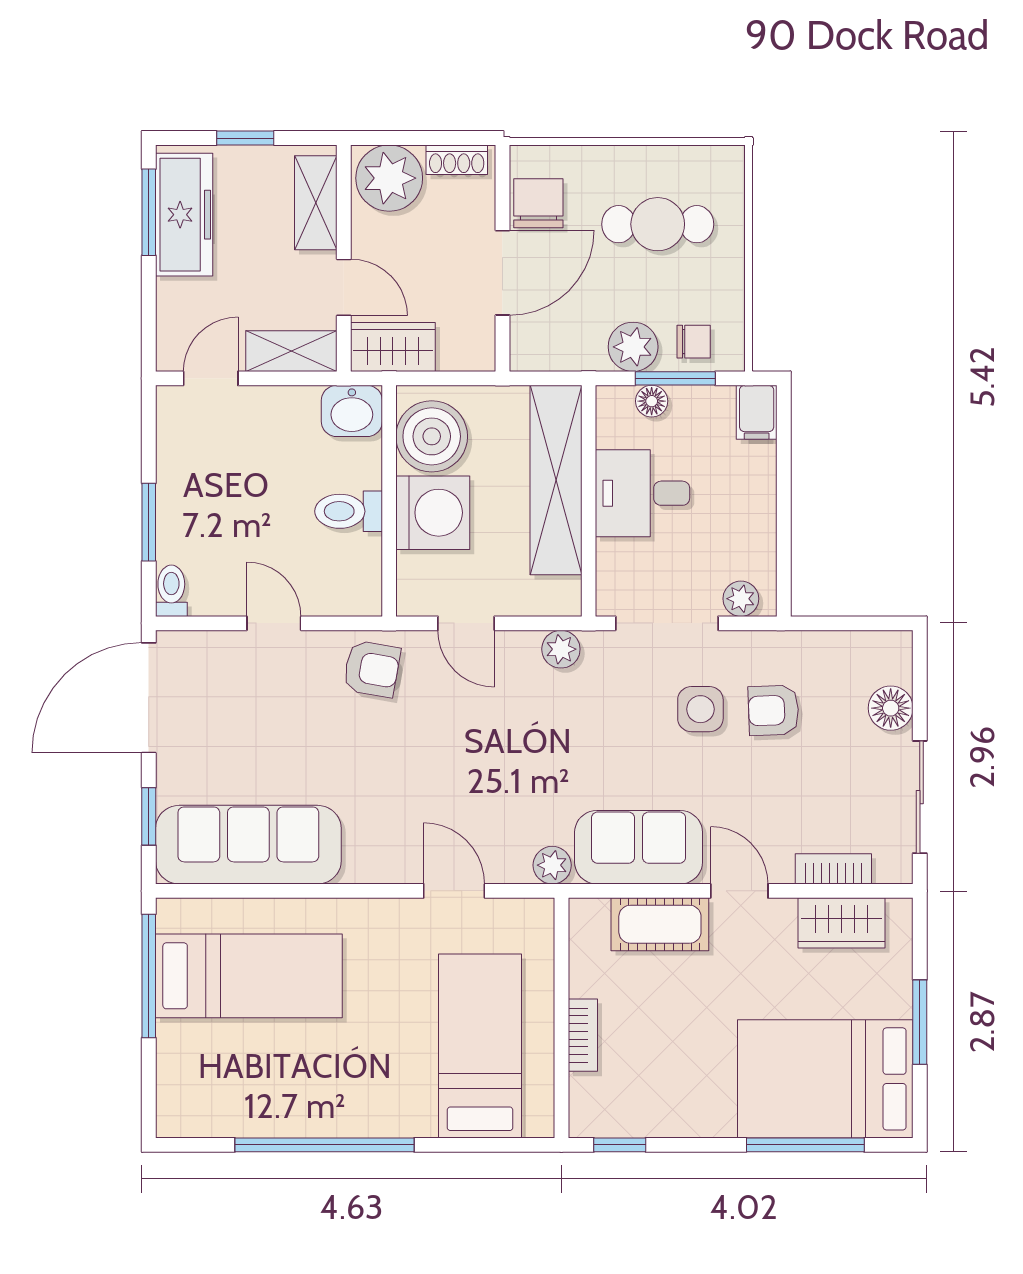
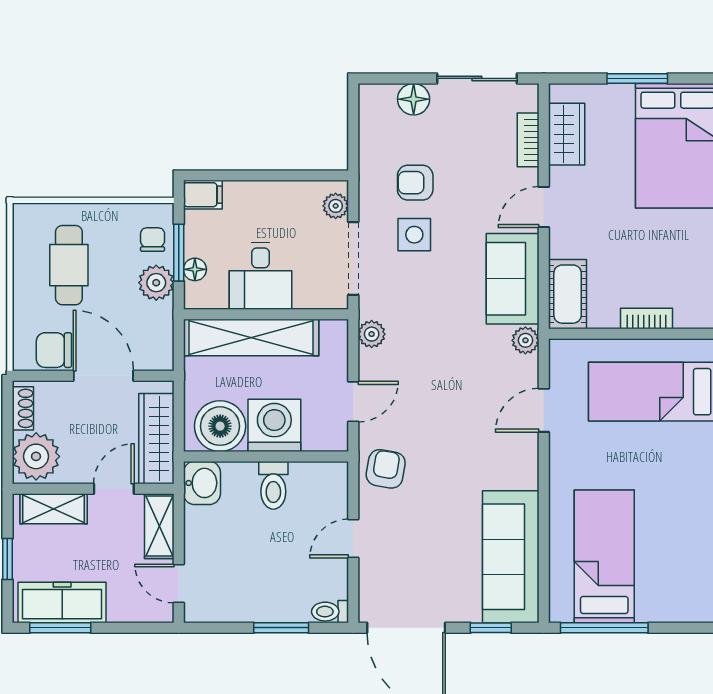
wardrobe: (393, 347) -> (156, 439), width x1.50
armchair: (773, 710) -> (415, 183), turned 92
cot: (660, 924) -> (568, 294), moved

